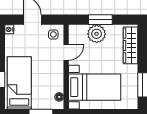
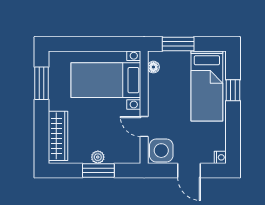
side table: (53, 34) -> (161, 151), width x1.87, depth x1.87
plant: (97, 34) -> (98, 157), width x0.53, depth x0.53
door: (66, 52) -> (144, 126), hinge flipped

